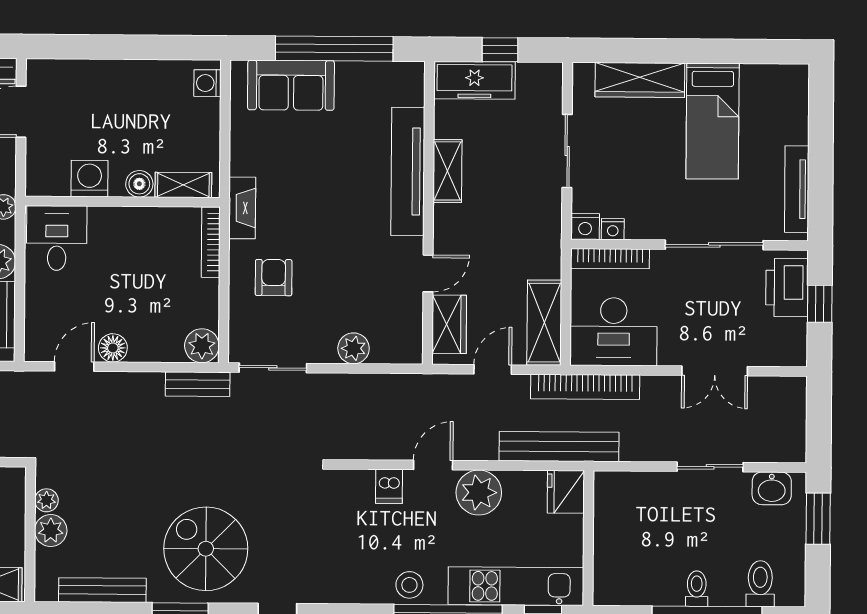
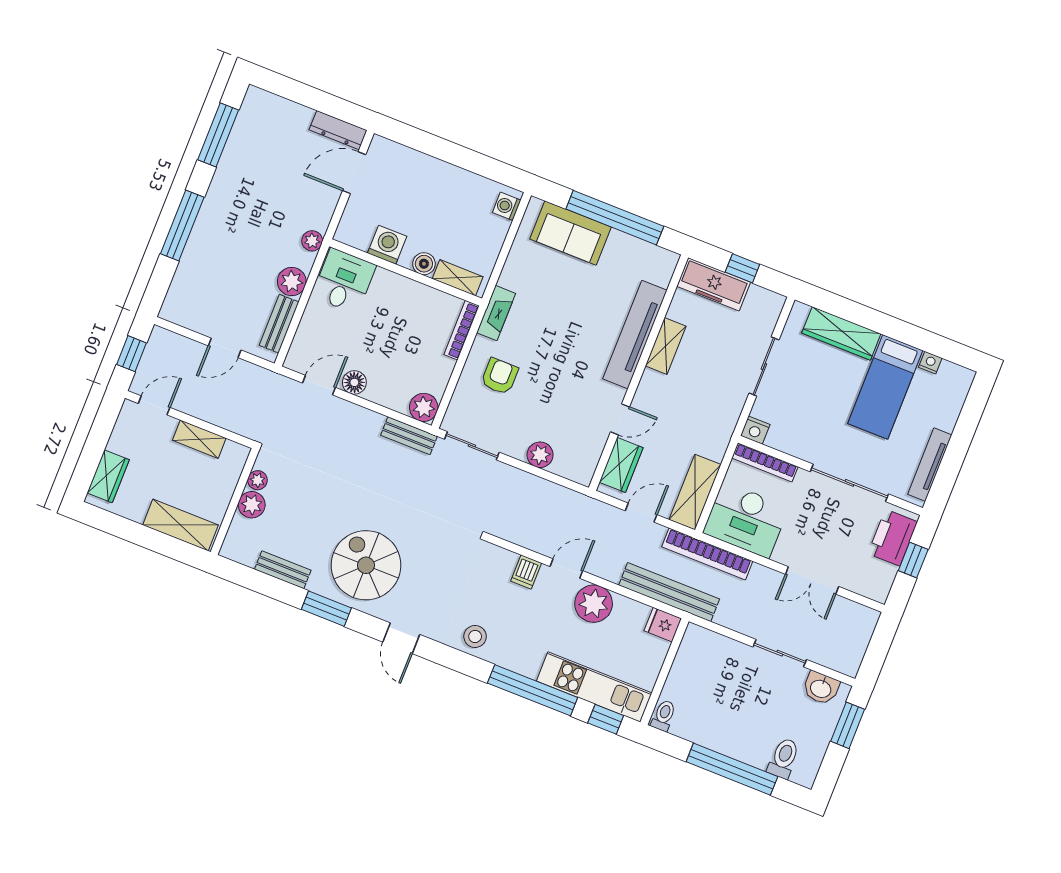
nightstand: (613, 229) -> (930, 363), moved, turned 180
fridge: (566, 492) -> (663, 625), width x0.72
stool: (409, 585) -> (475, 636), moved
toilet: (697, 589) -> (664, 716), moved
bench: (102, 590) -> (283, 570), width x0.73

